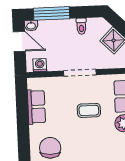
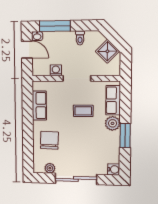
washing machine: (40, 65) -> (56, 70), moved

